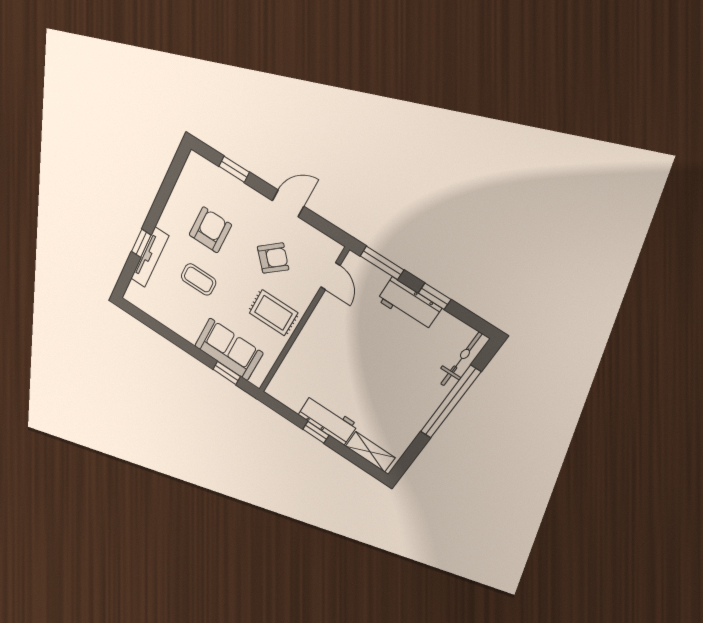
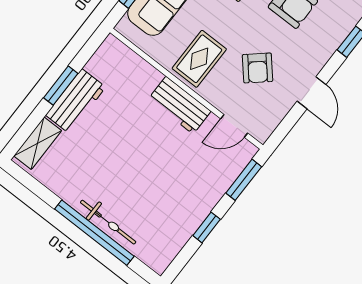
workbench: (409, 304) -> (180, 105), moved, turned -90
bicycle: (461, 359) -> (108, 222), moved
window: (316, 432) -> (61, 86), width x1.50

